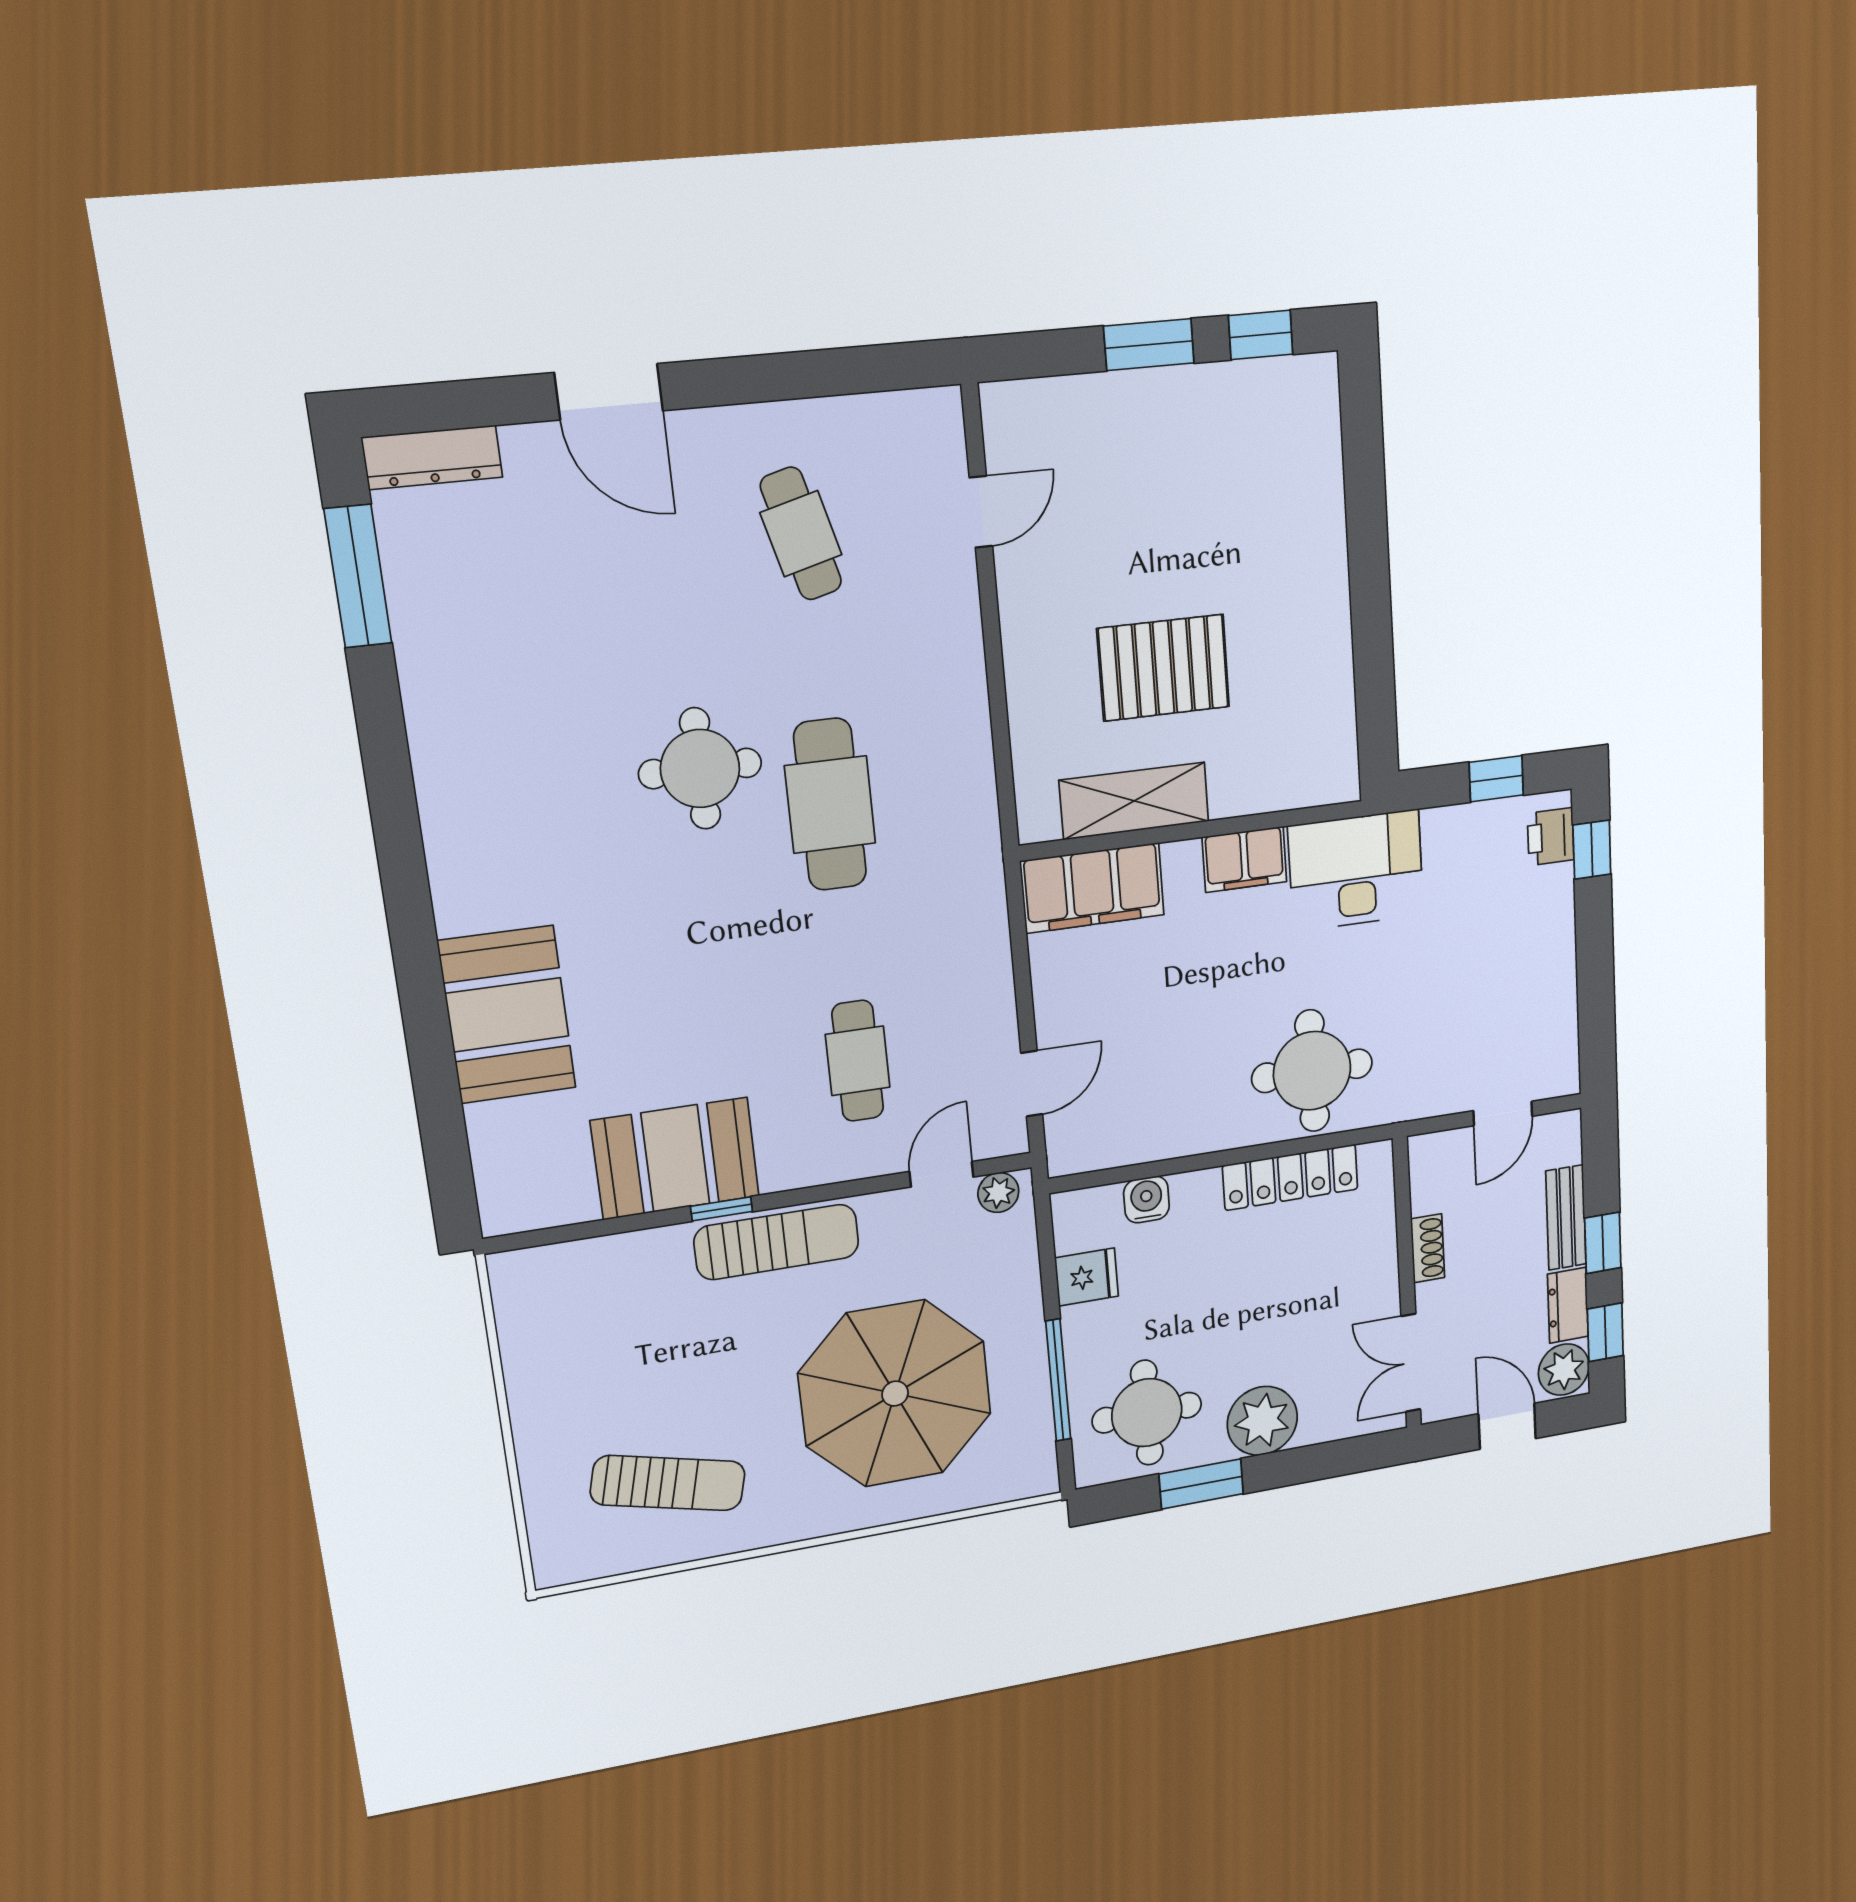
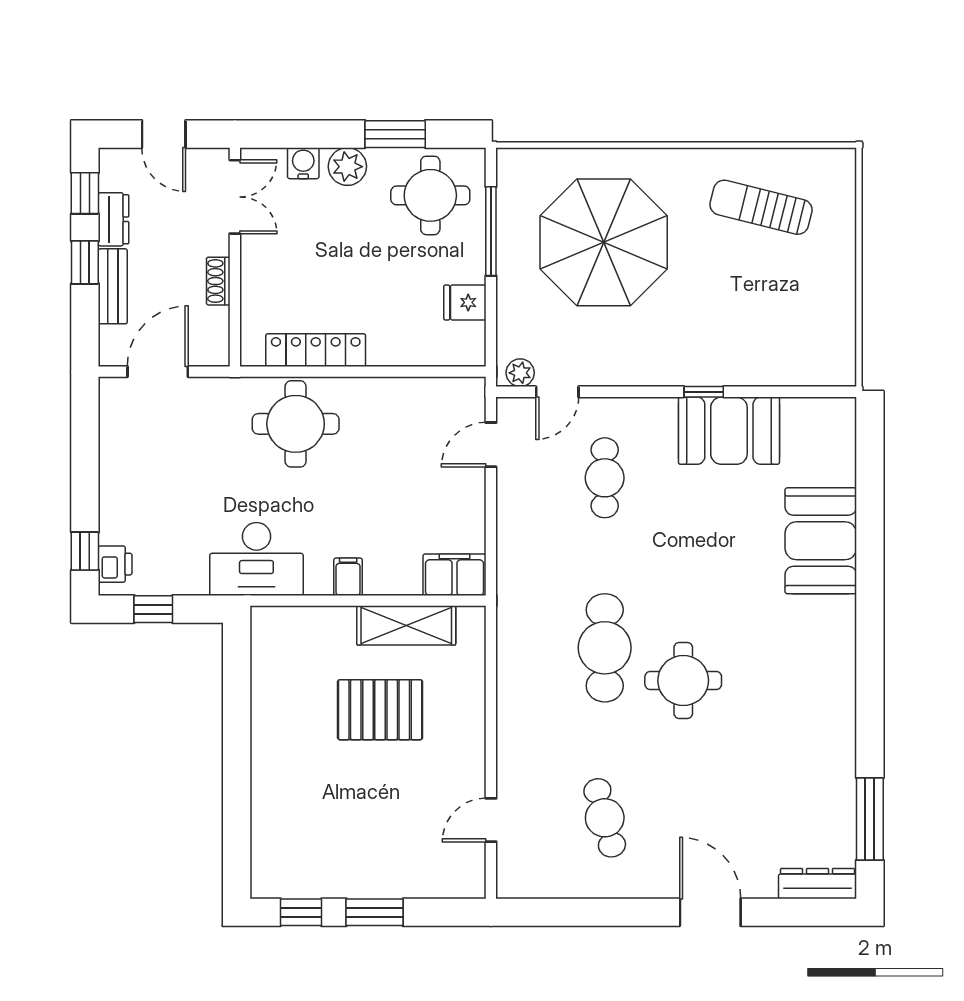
filing cabinet: (1244, 859) -> (348, 577), width x0.50
filing cabinet: (1092, 888) -> (455, 575), width x0.67, depth x0.86
door: (1503, 1113) -> (158, 372), width x1.38
water cooler: (1147, 1200) -> (303, 163), moved, turned 180
sun lounger: (777, 1242) -> (671, 363), removed
plant: (1564, 1370) -> (118, 170), removed
plant: (1262, 1421) -> (347, 167), width x0.73, depth x0.73

